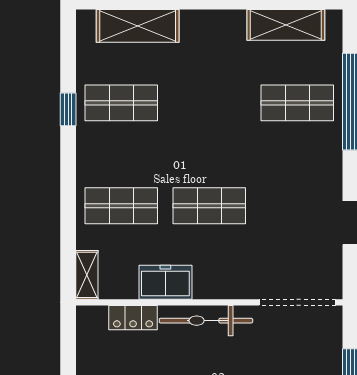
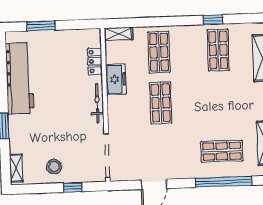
shop shelf: (297, 103) -> (222, 151), turned 90
bicycle: (206, 321) -> (97, 103), width x0.73, depth x0.71

